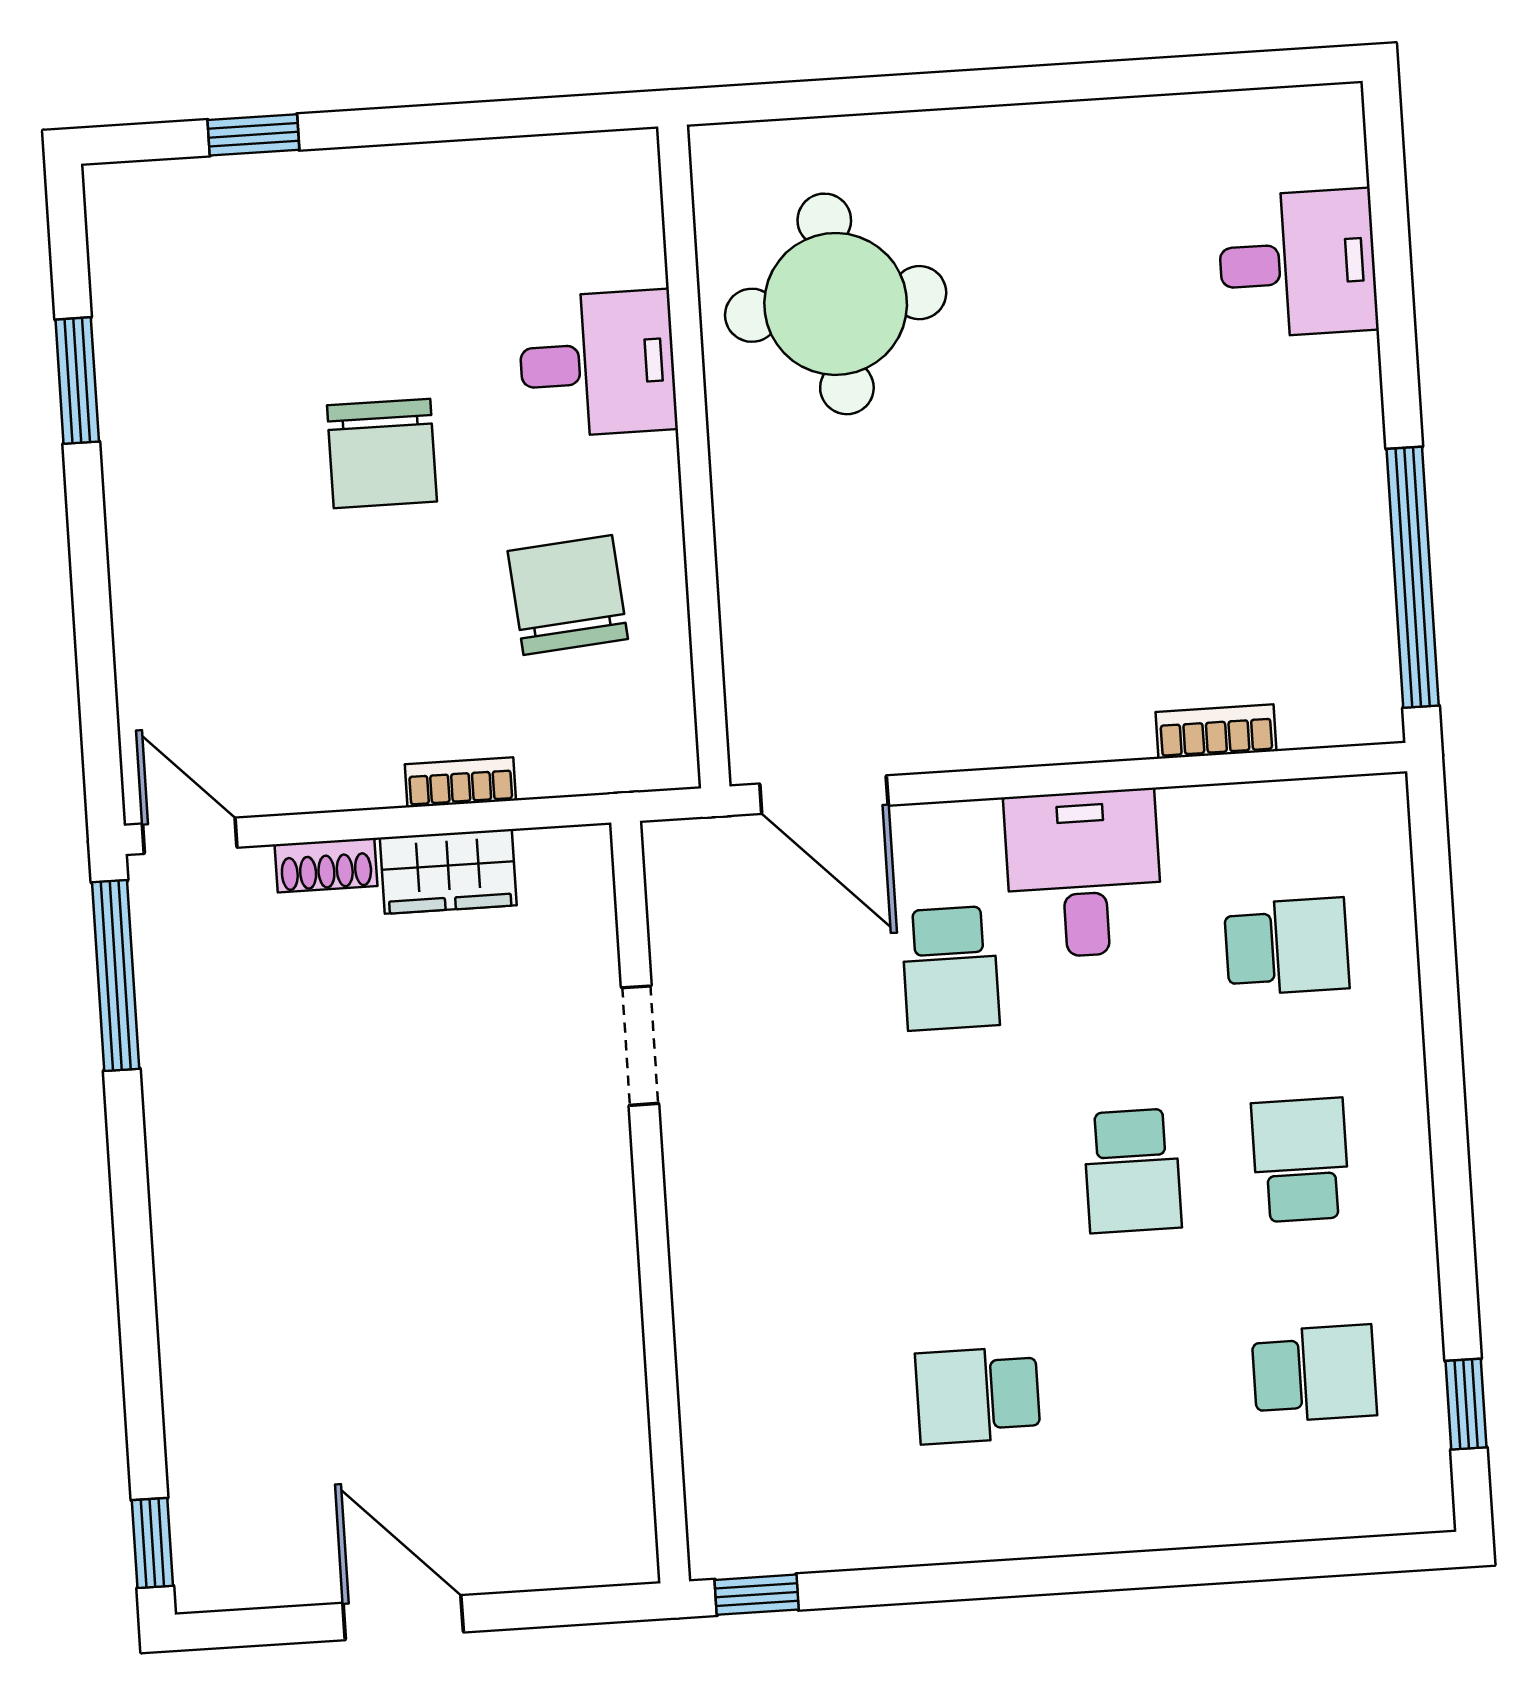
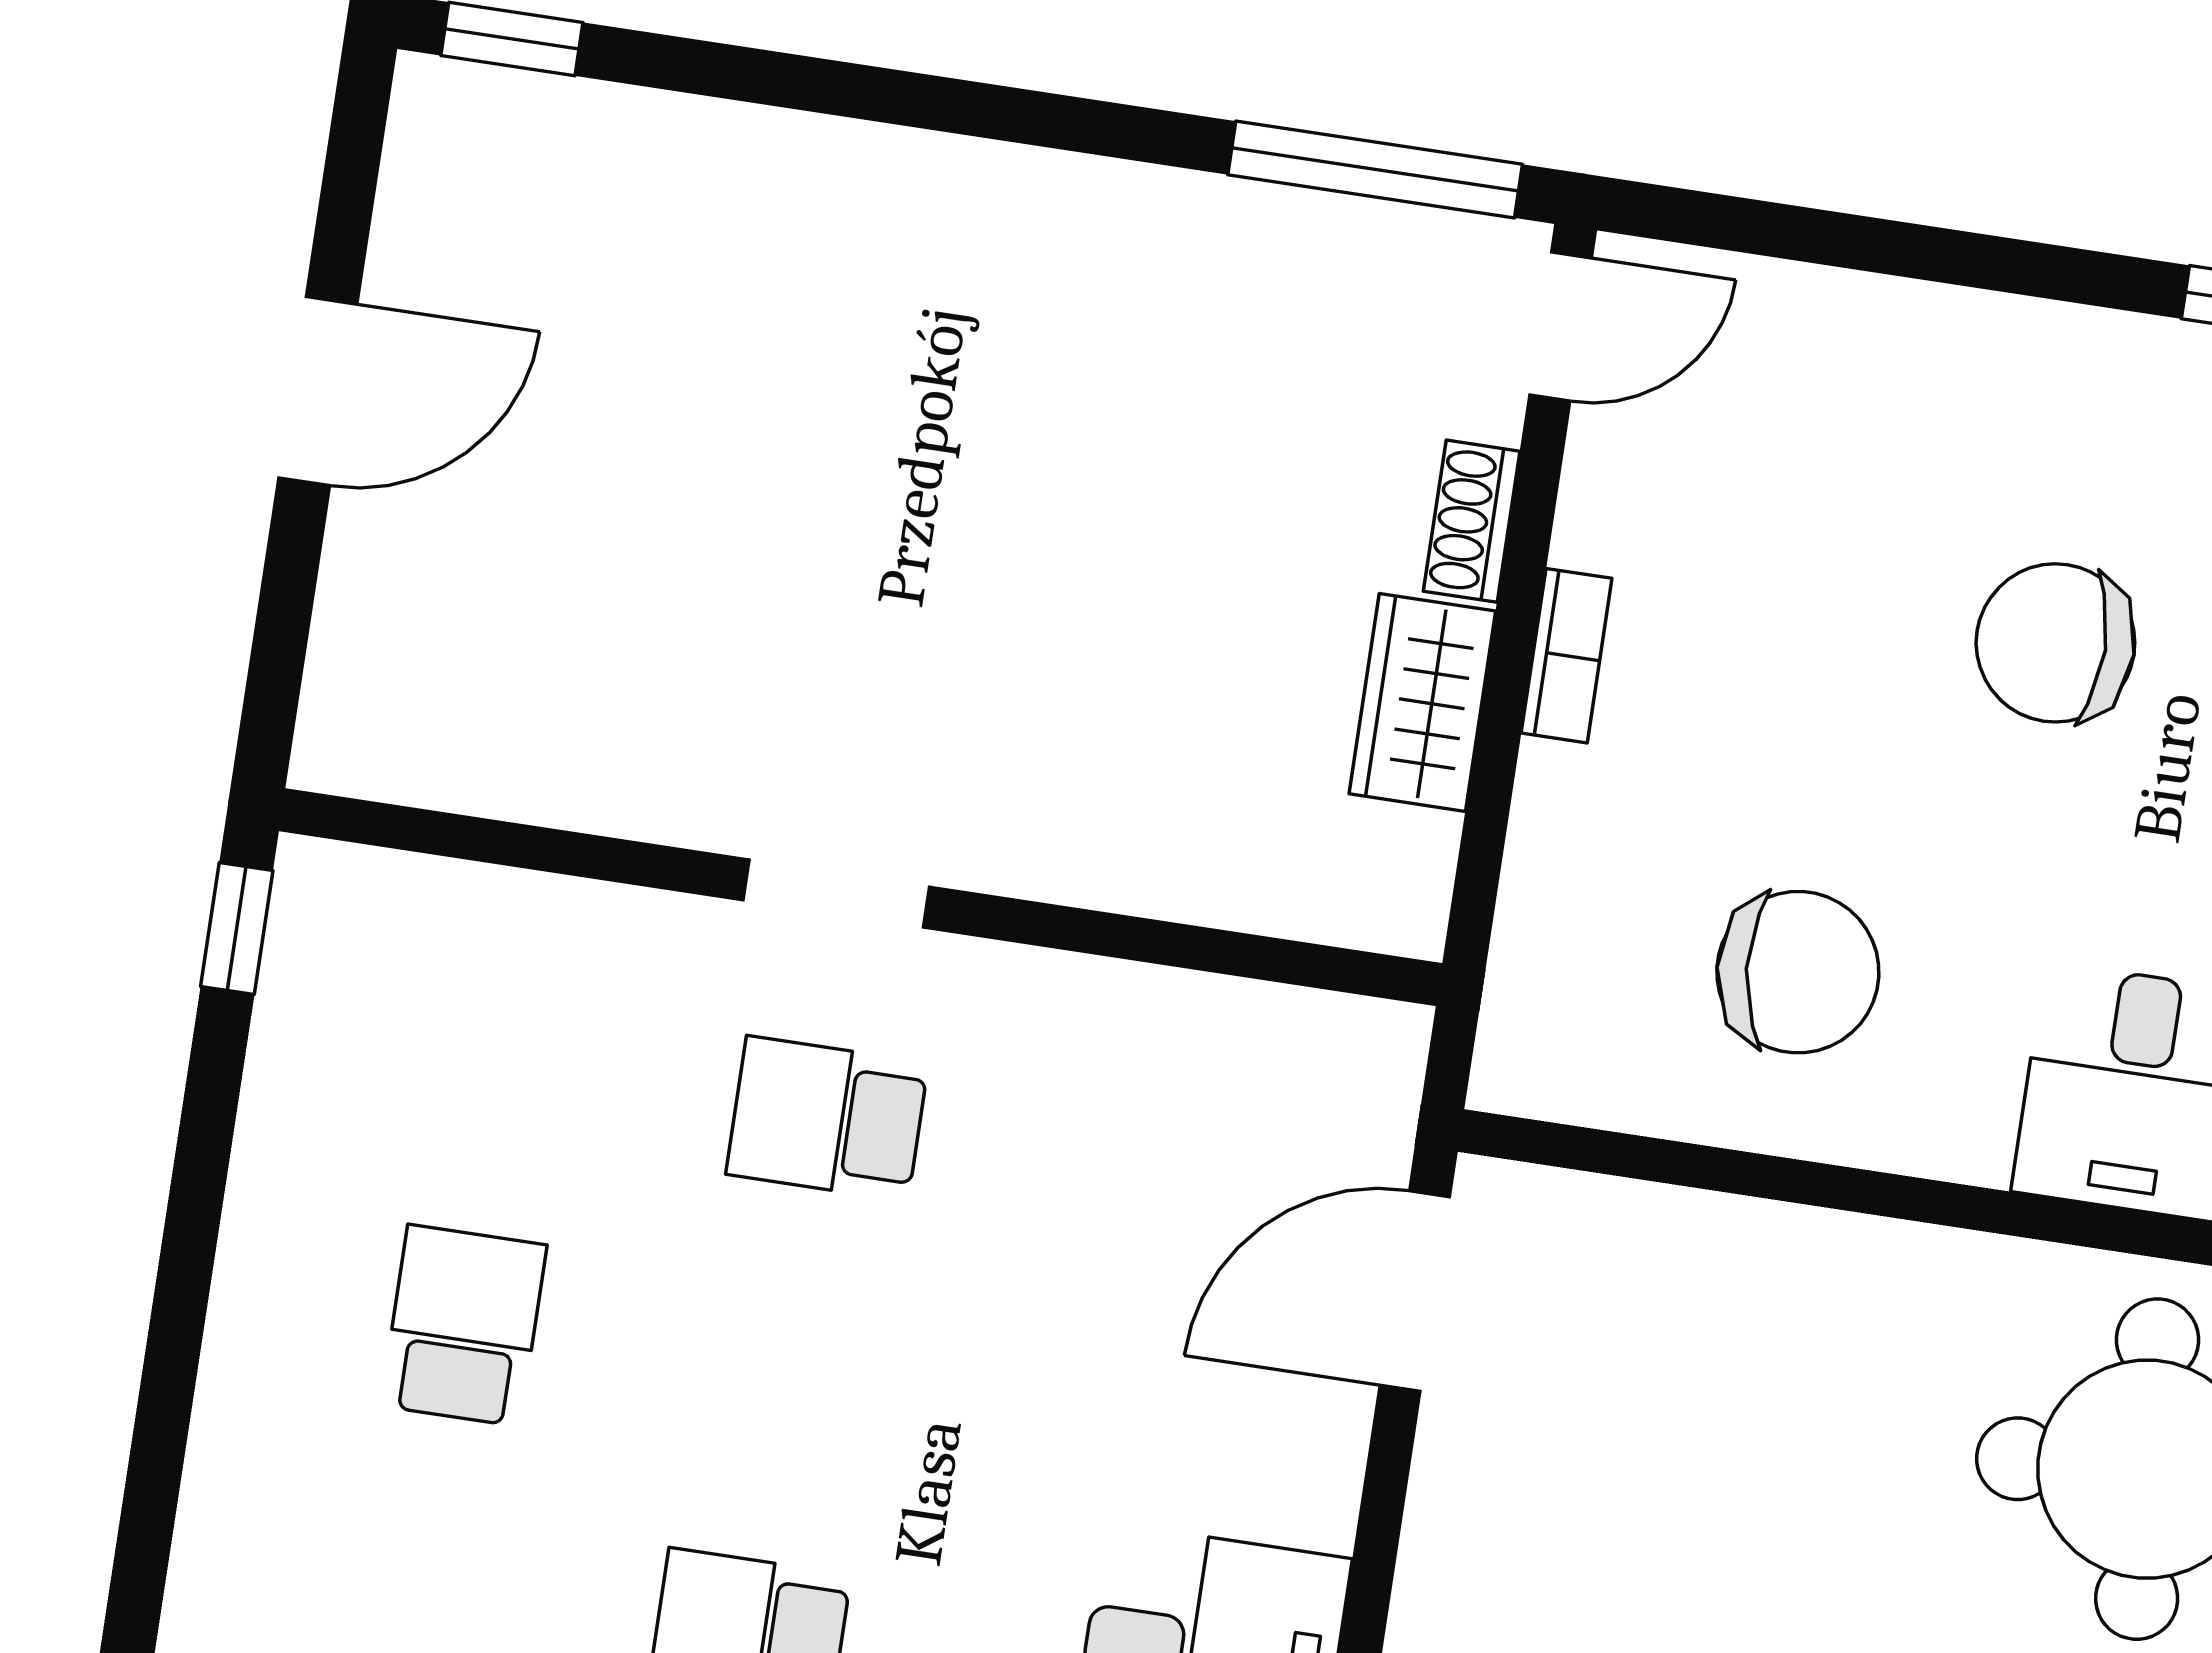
chair: (382, 453) -> (2055, 643), moved
bookcase: (460, 782) -> (1567, 656), moved
school desk: (950, 968) -> (827, 1119), moved
doorway: (640, 1046) -> (836, 893), moved

